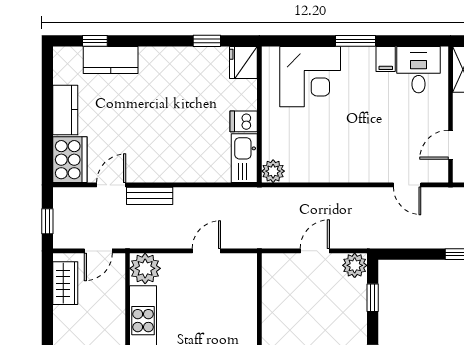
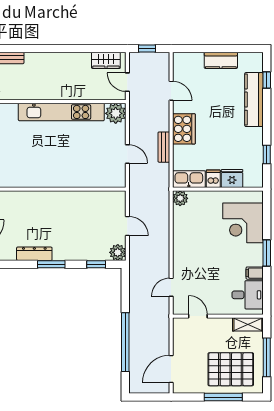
kitchen counter: (111, 60) -> (254, 100), width x1.50
fridge: (243, 62) -> (232, 179), moved
cooker: (70, 160) -> (184, 129), moved, turned -90
bench: (150, 196) -> (164, 147), moved

